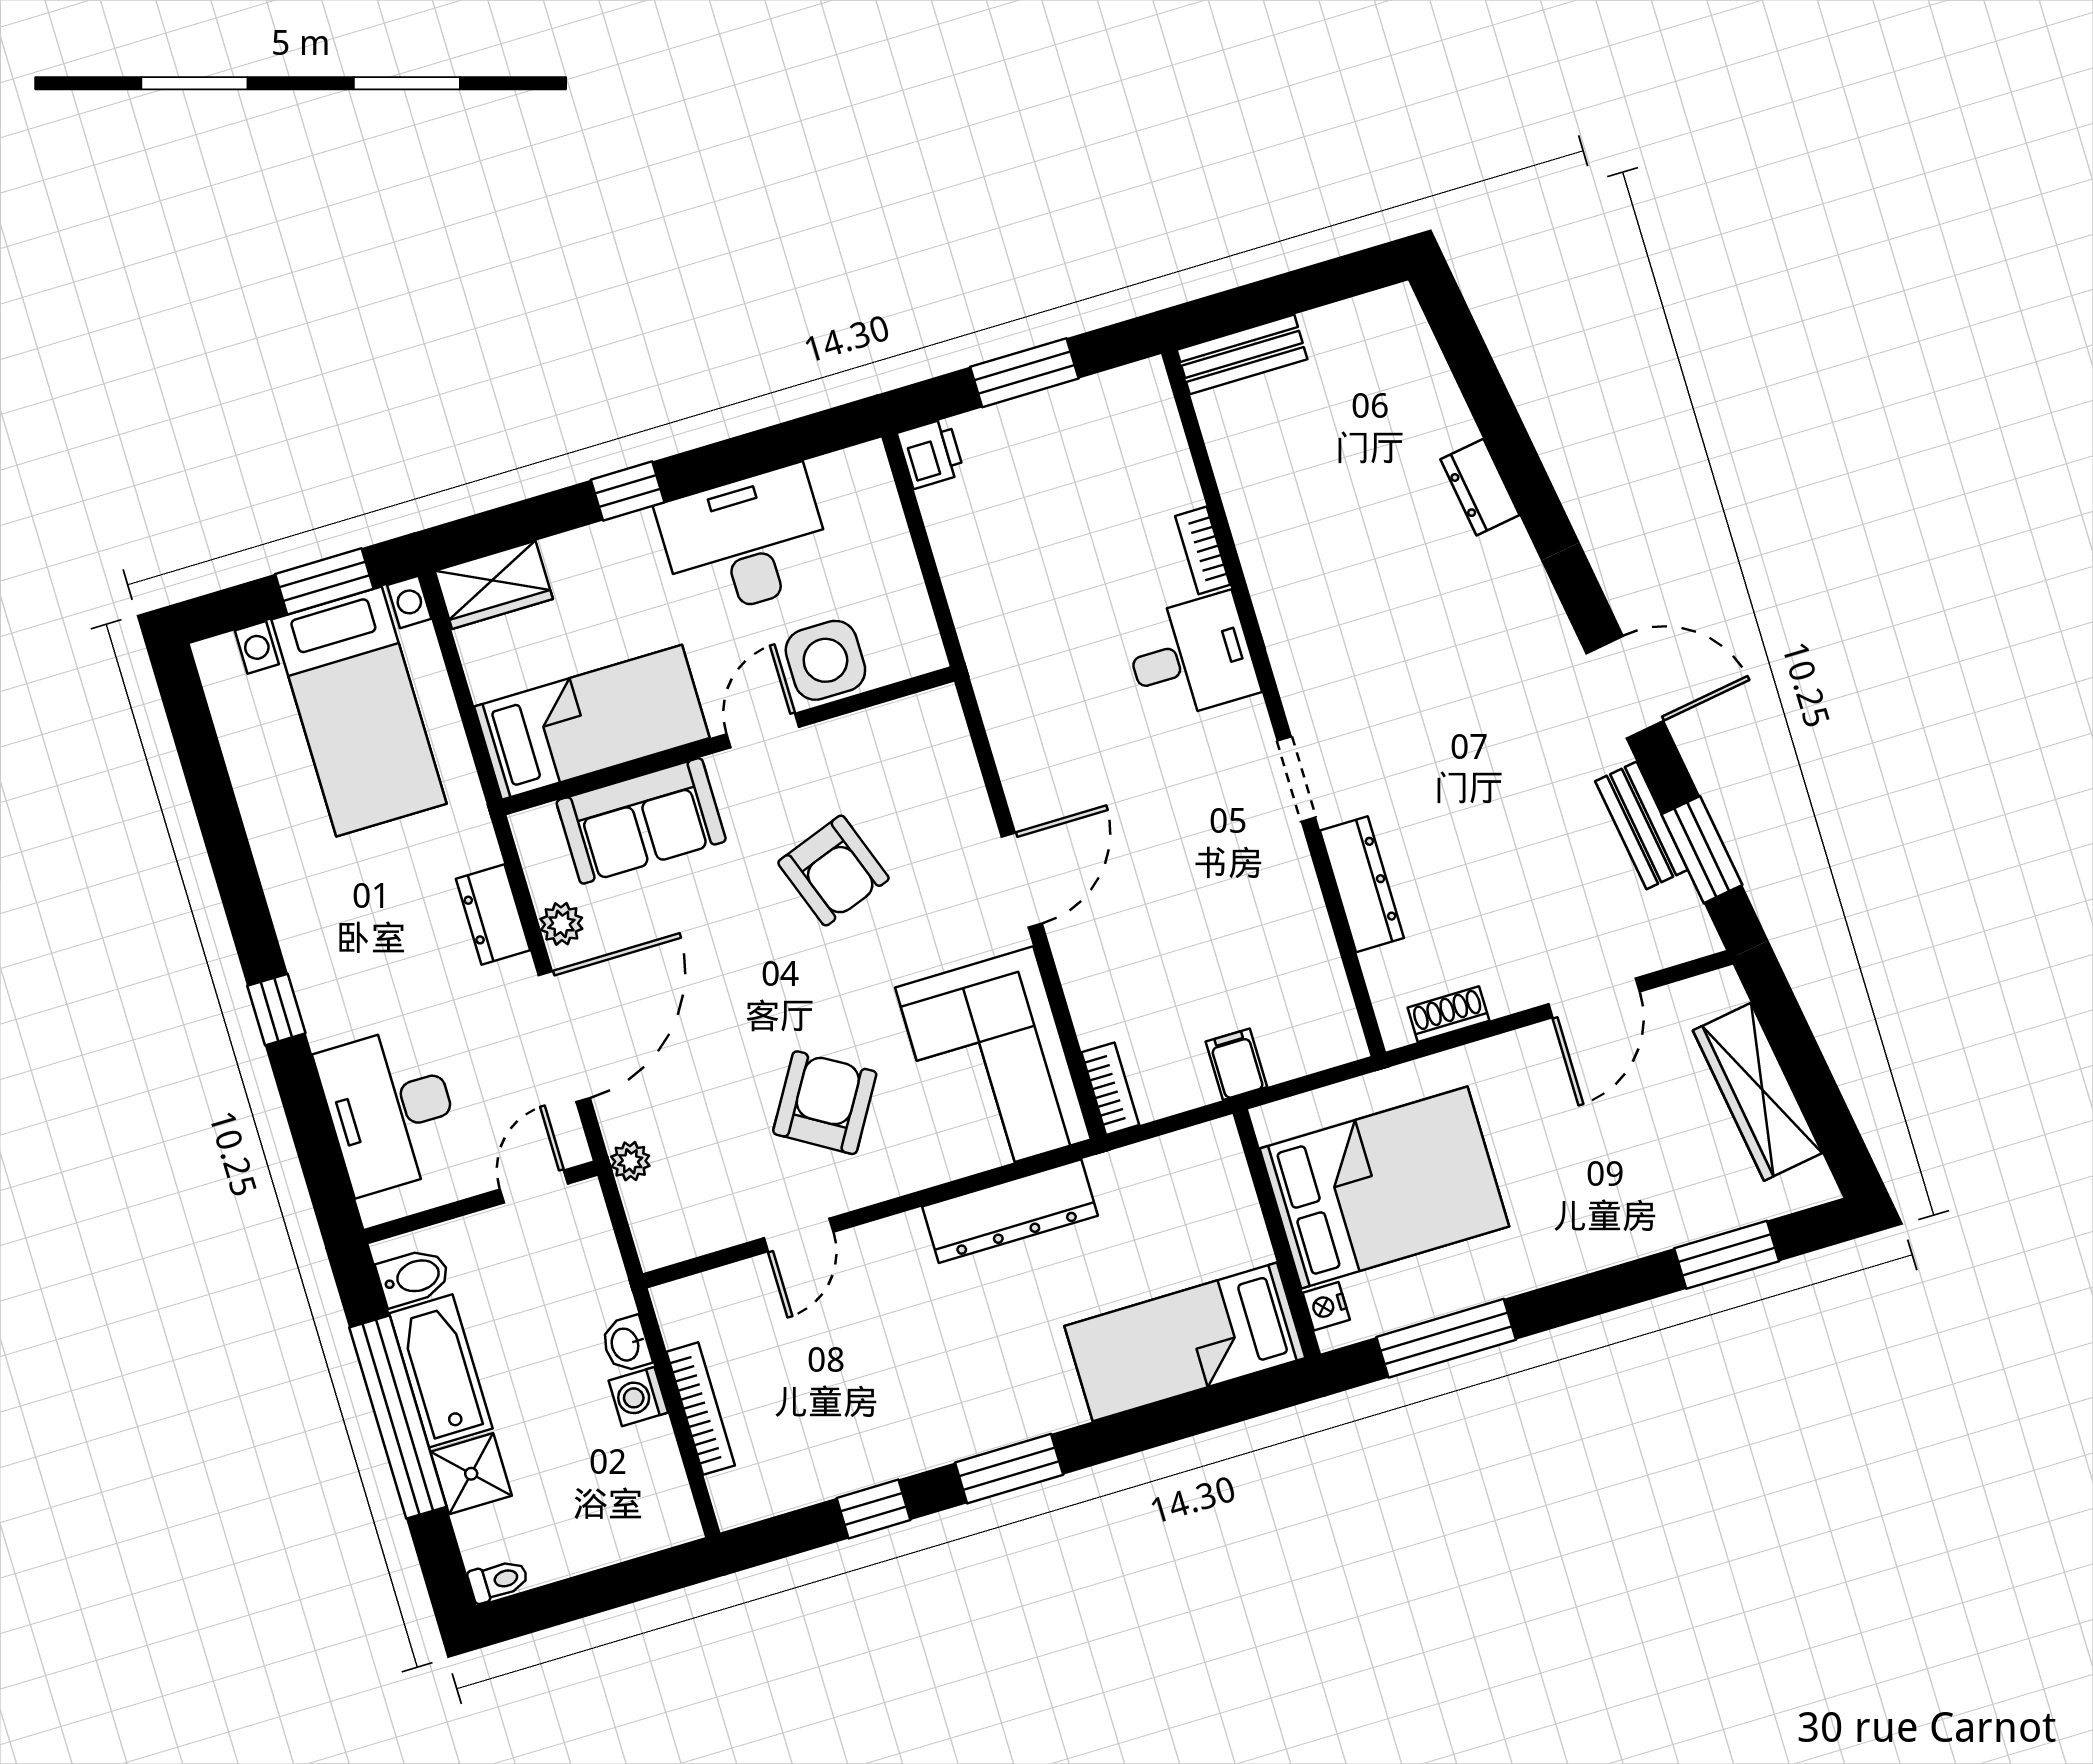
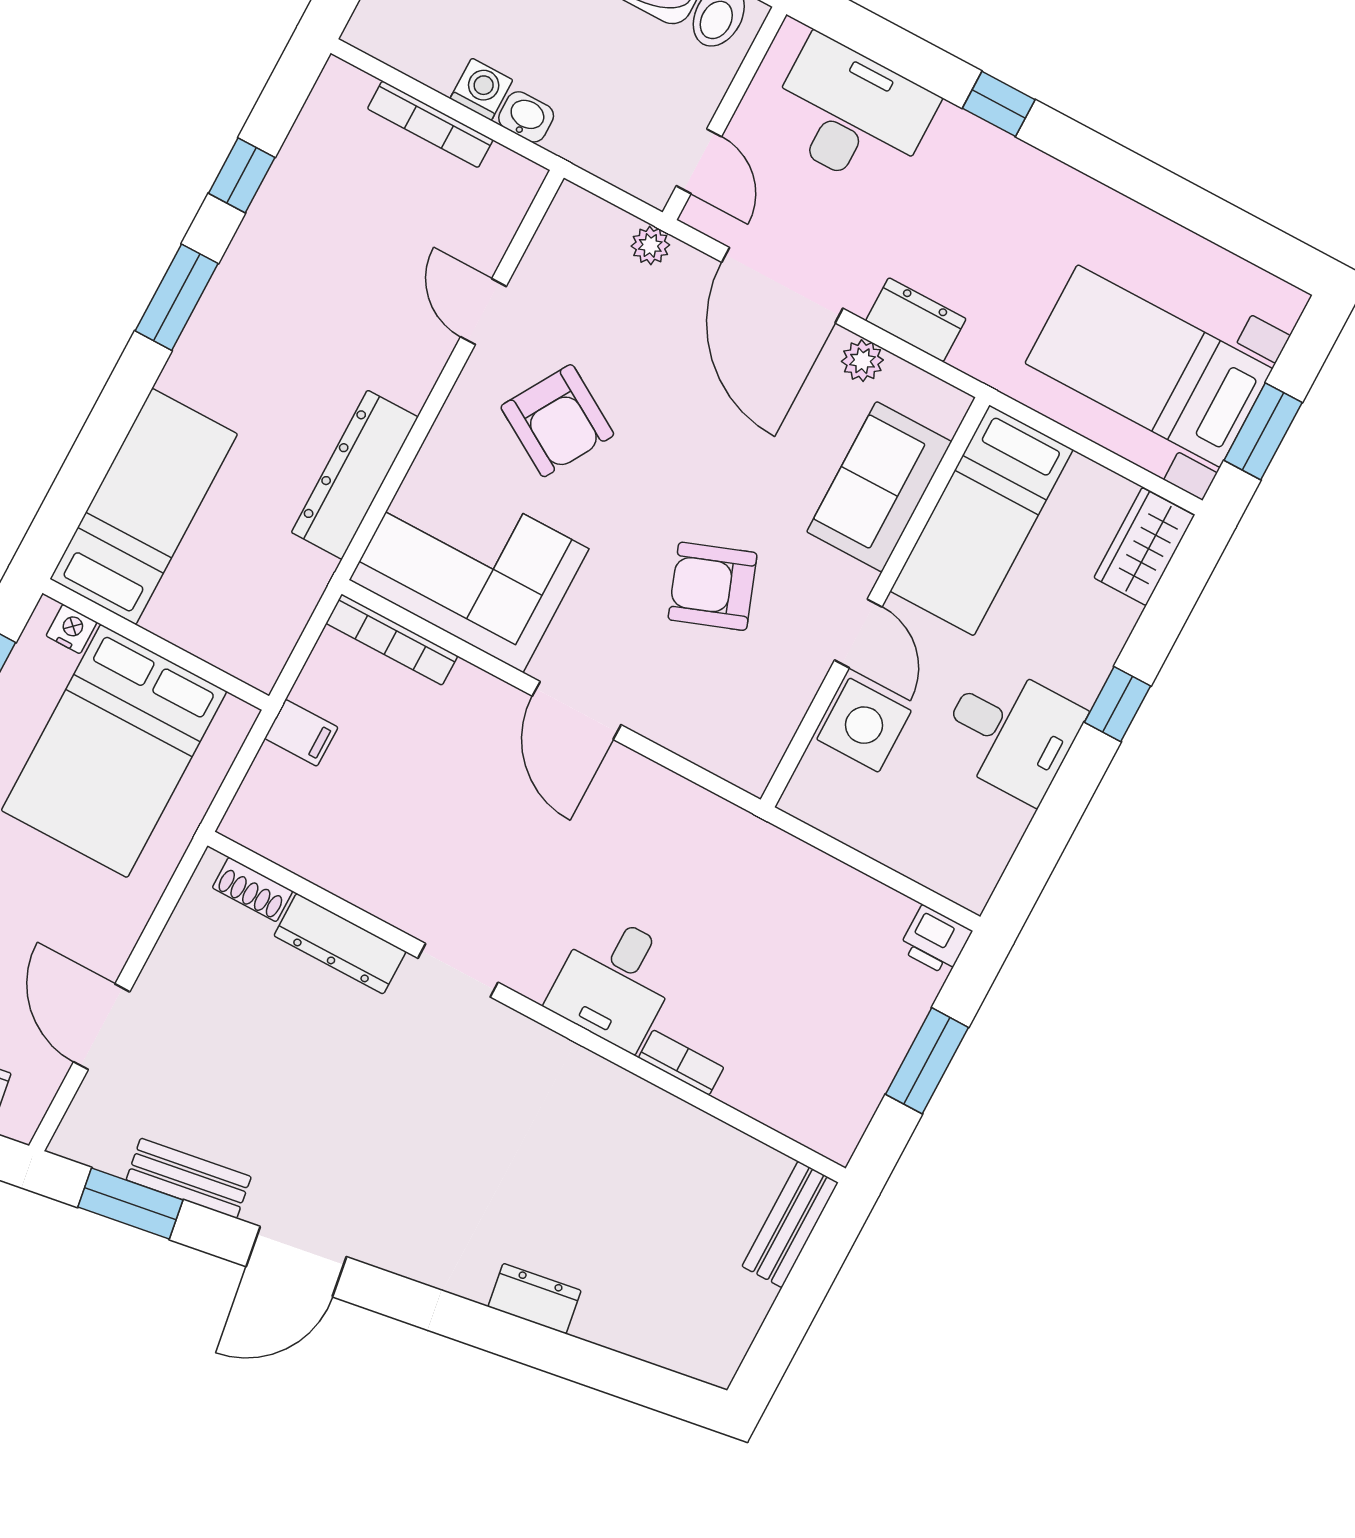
desk: (745, 542) -> (1011, 732), width x0.73
shoe rack: (1448, 1014) -> (252, 889), moved, turned 90
bookcase: (1110, 1089) -> (392, 640), width x1.56

